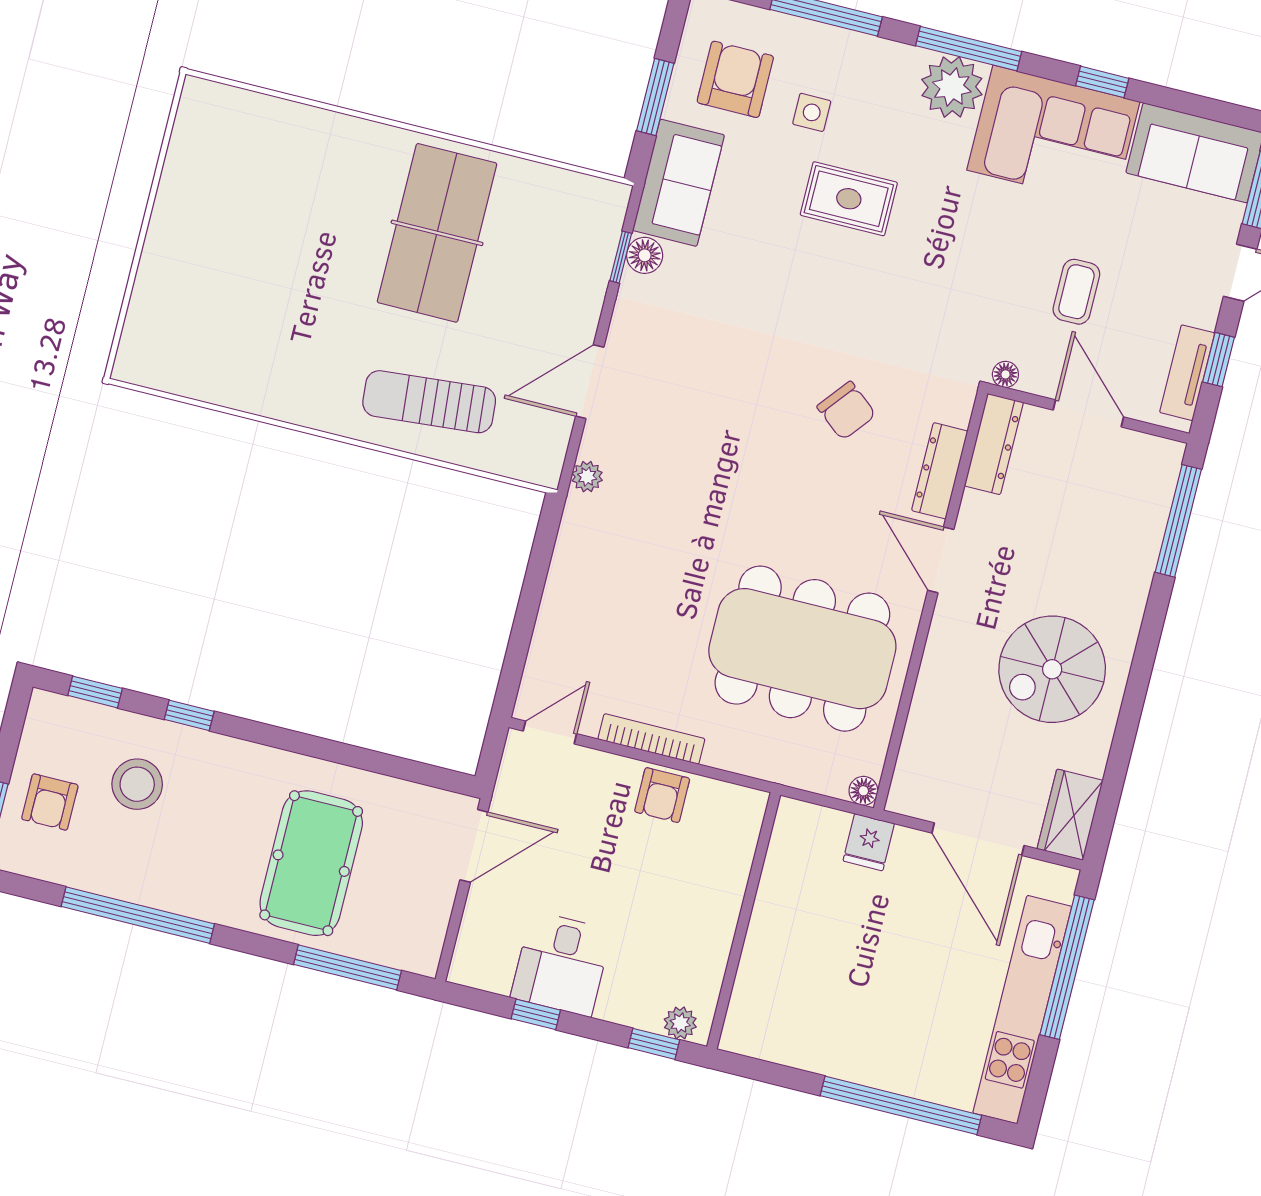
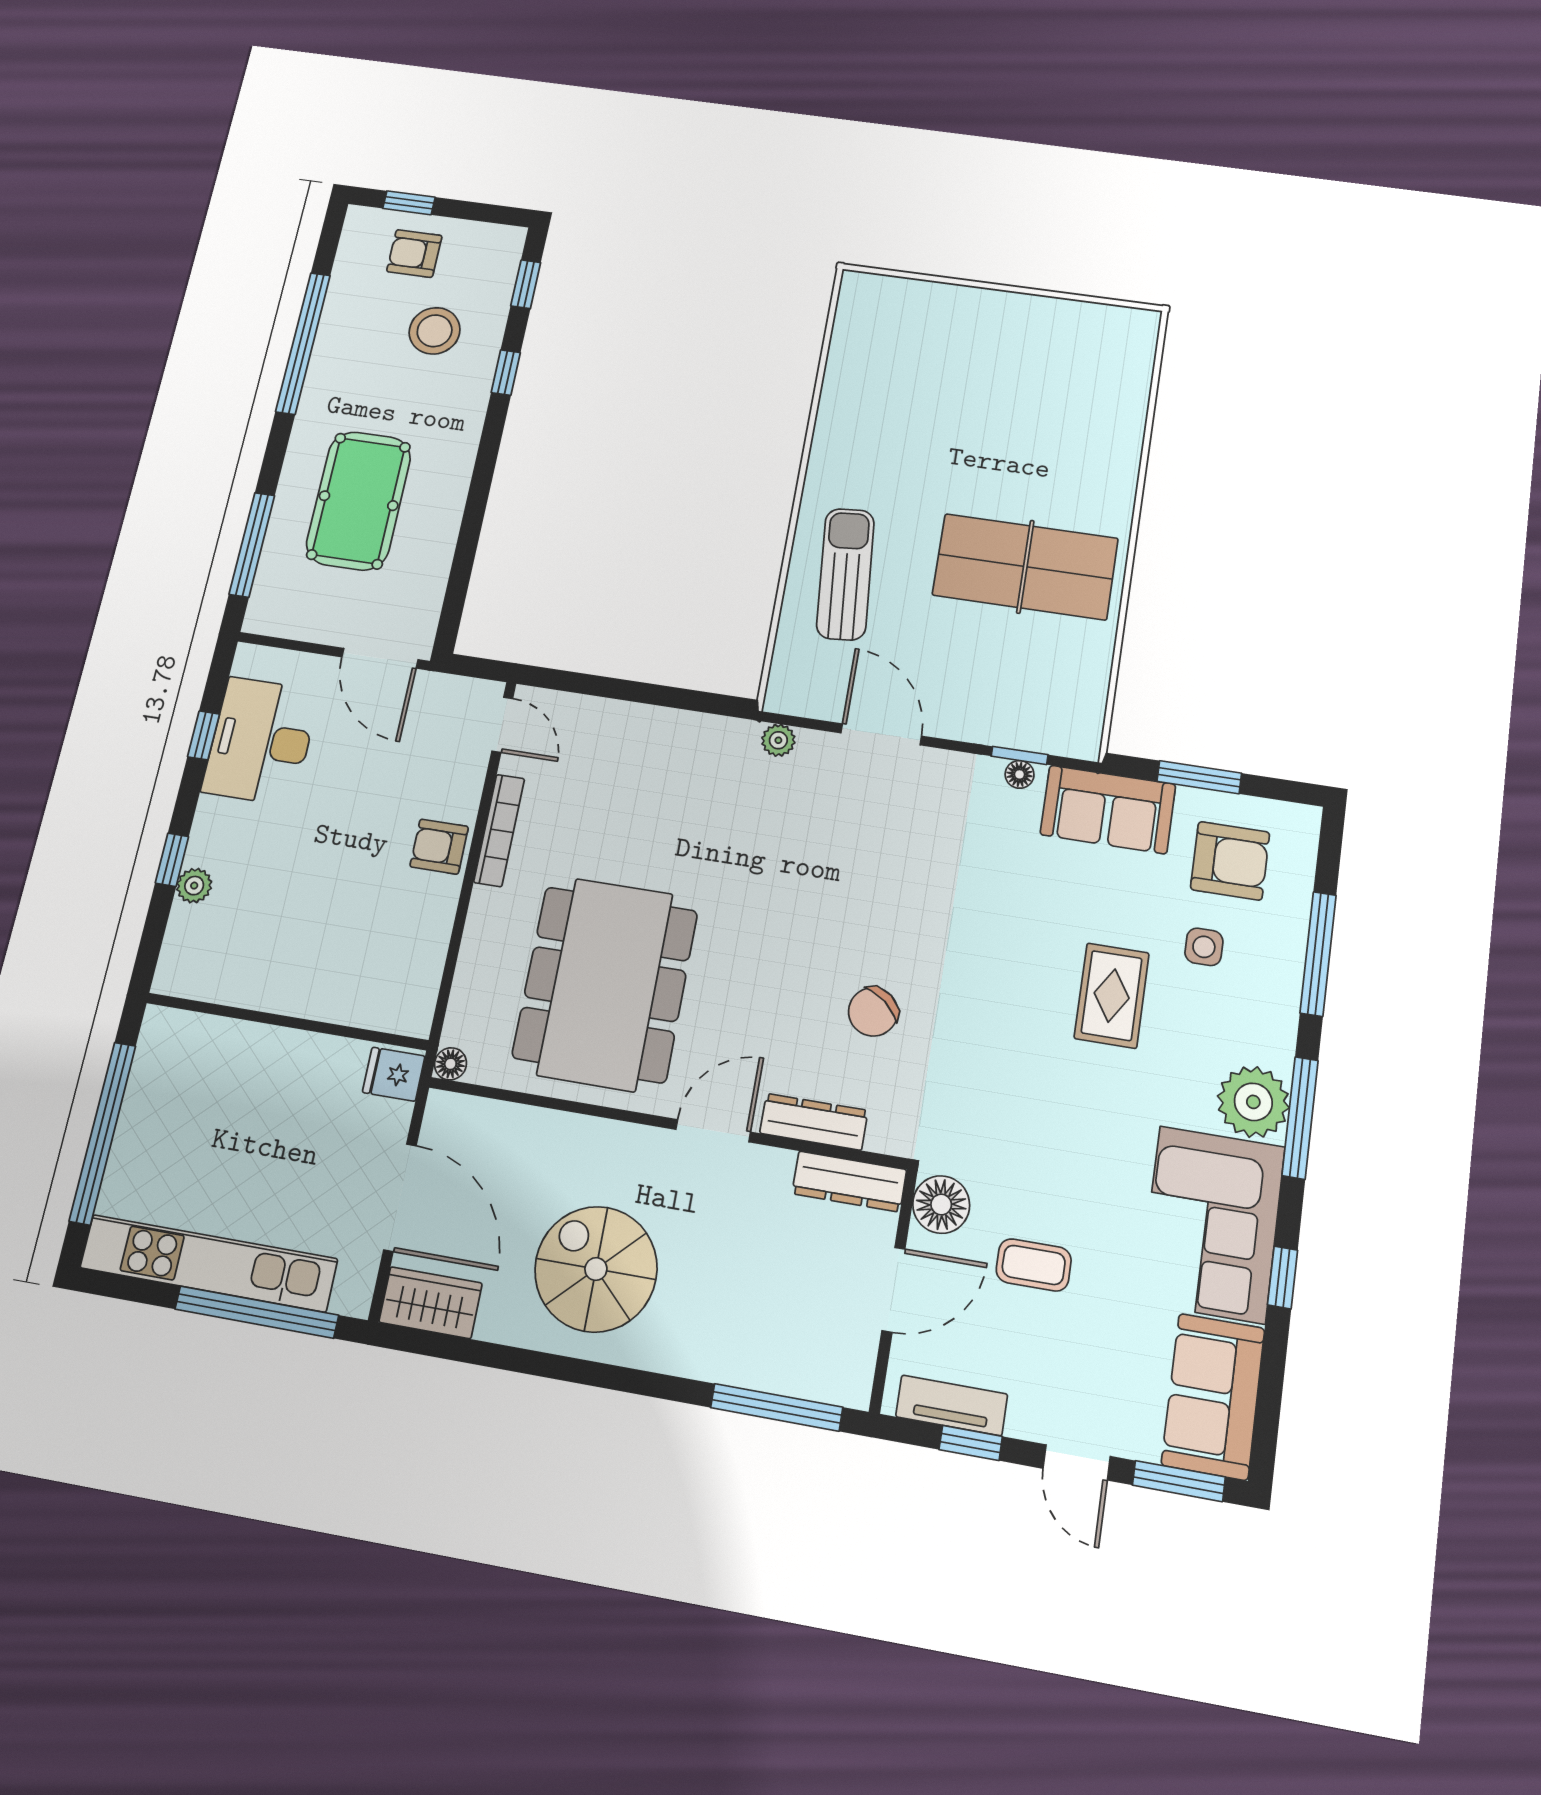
floor lamp: (645, 255) -> (1020, 774), width x0.73, depth x0.73
floor lamp: (1005, 374) -> (941, 1205), width x1.89, depth x1.89
door: (978, 839) -> (400, 1198), swing flipped
pool table: (311, 863) -> (359, 501), turned 90
wall: (744, 921) -> (287, 1022), moved
desk: (561, 964) -> (261, 741), width x1.37

